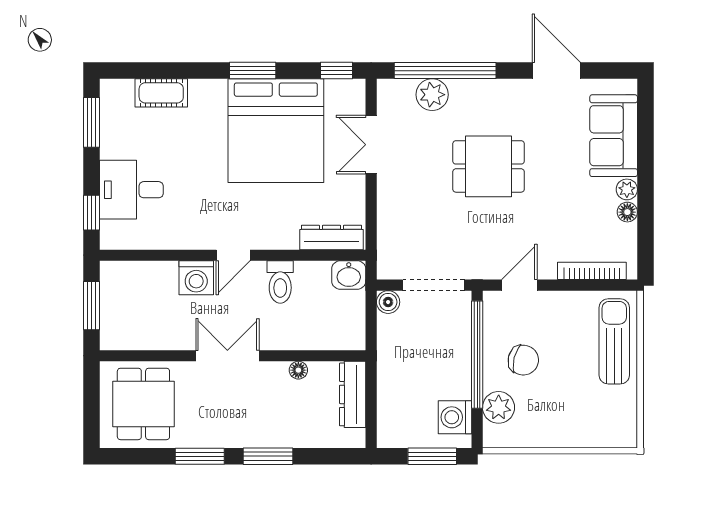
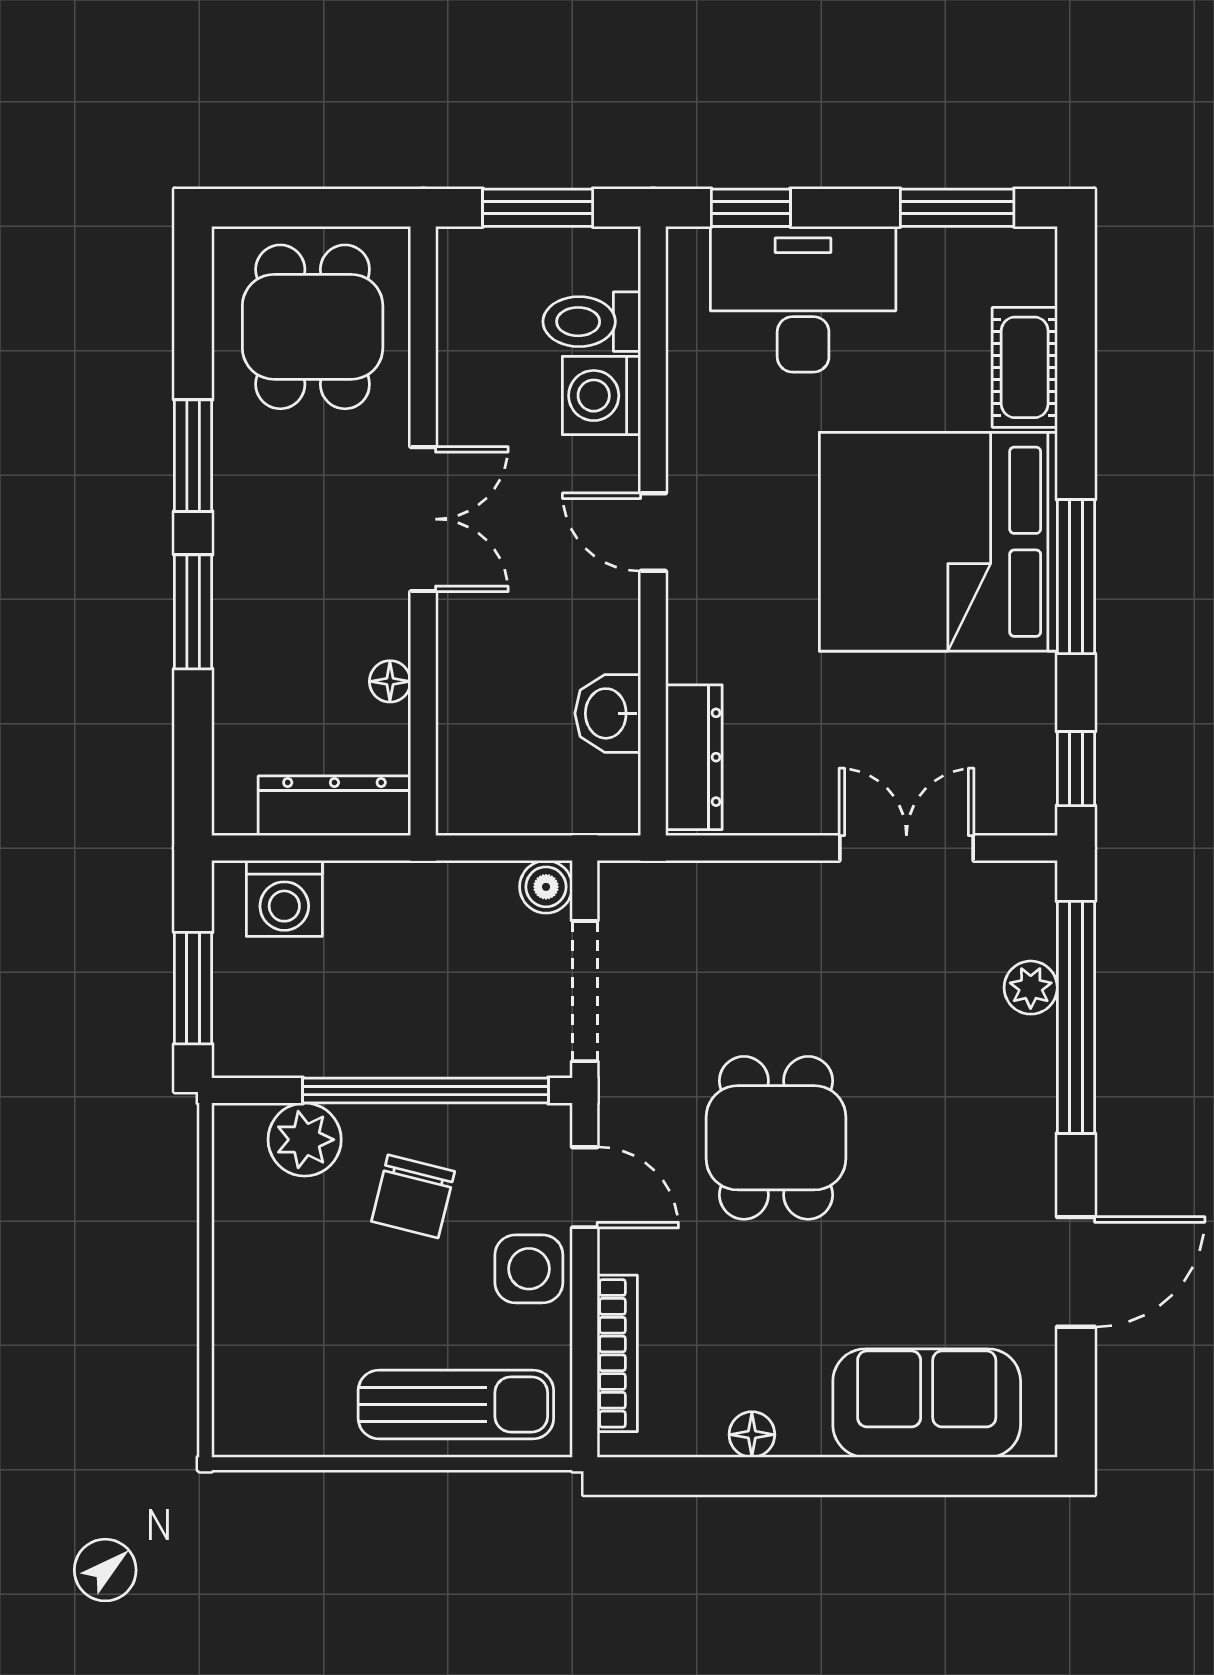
window: (253, 71) -> (1076, 577), width x1.44
plant: (432, 95) -> (1031, 988), width x0.73, depth x0.73
bed: (276, 131) -> (938, 542), moved
dining table: (489, 166) -> (776, 1138), moved
plant: (627, 189) -> (804, 1433), removed
desk: (131, 190) -> (803, 299), width x1.37
washbasin: (349, 275) -> (608, 713), moved
washing machine: (196, 278) -> (602, 396), moved
toilet: (280, 282) -> (592, 322), moved
side table: (555, 309) -> (529, 1269), added
dining table: (143, 404) -> (313, 327), turned 90
washing machine: (455, 417) -> (284, 898), moved, turned 180

